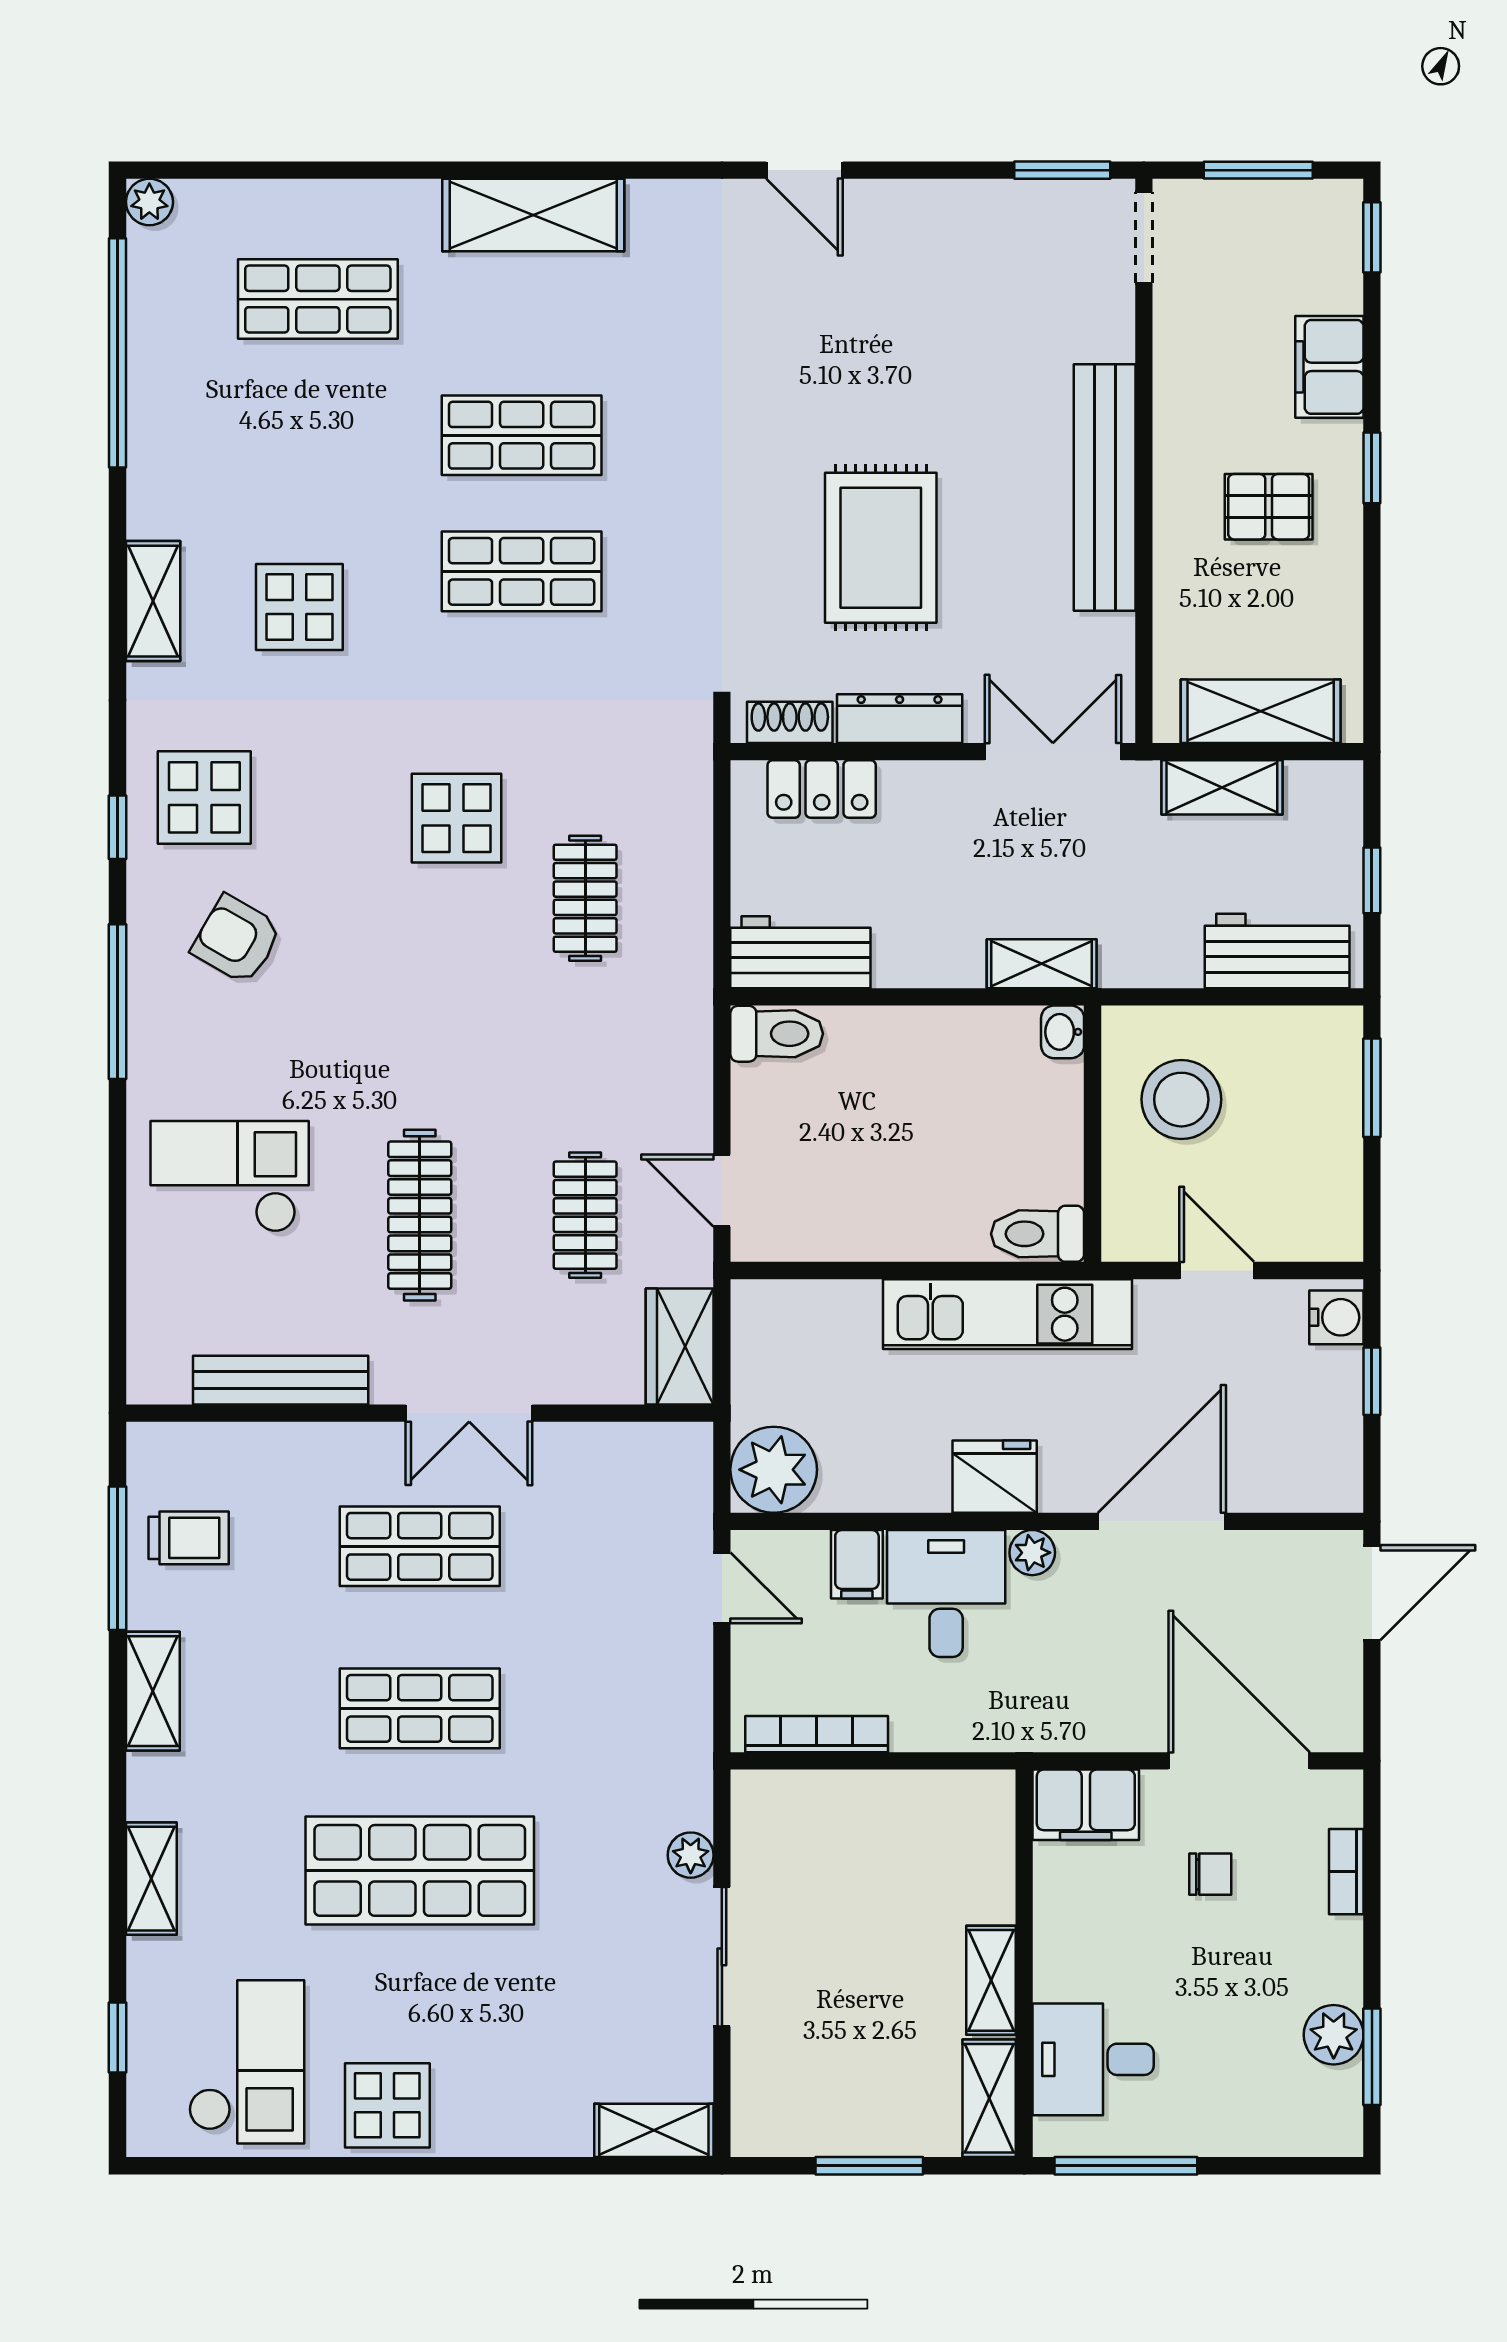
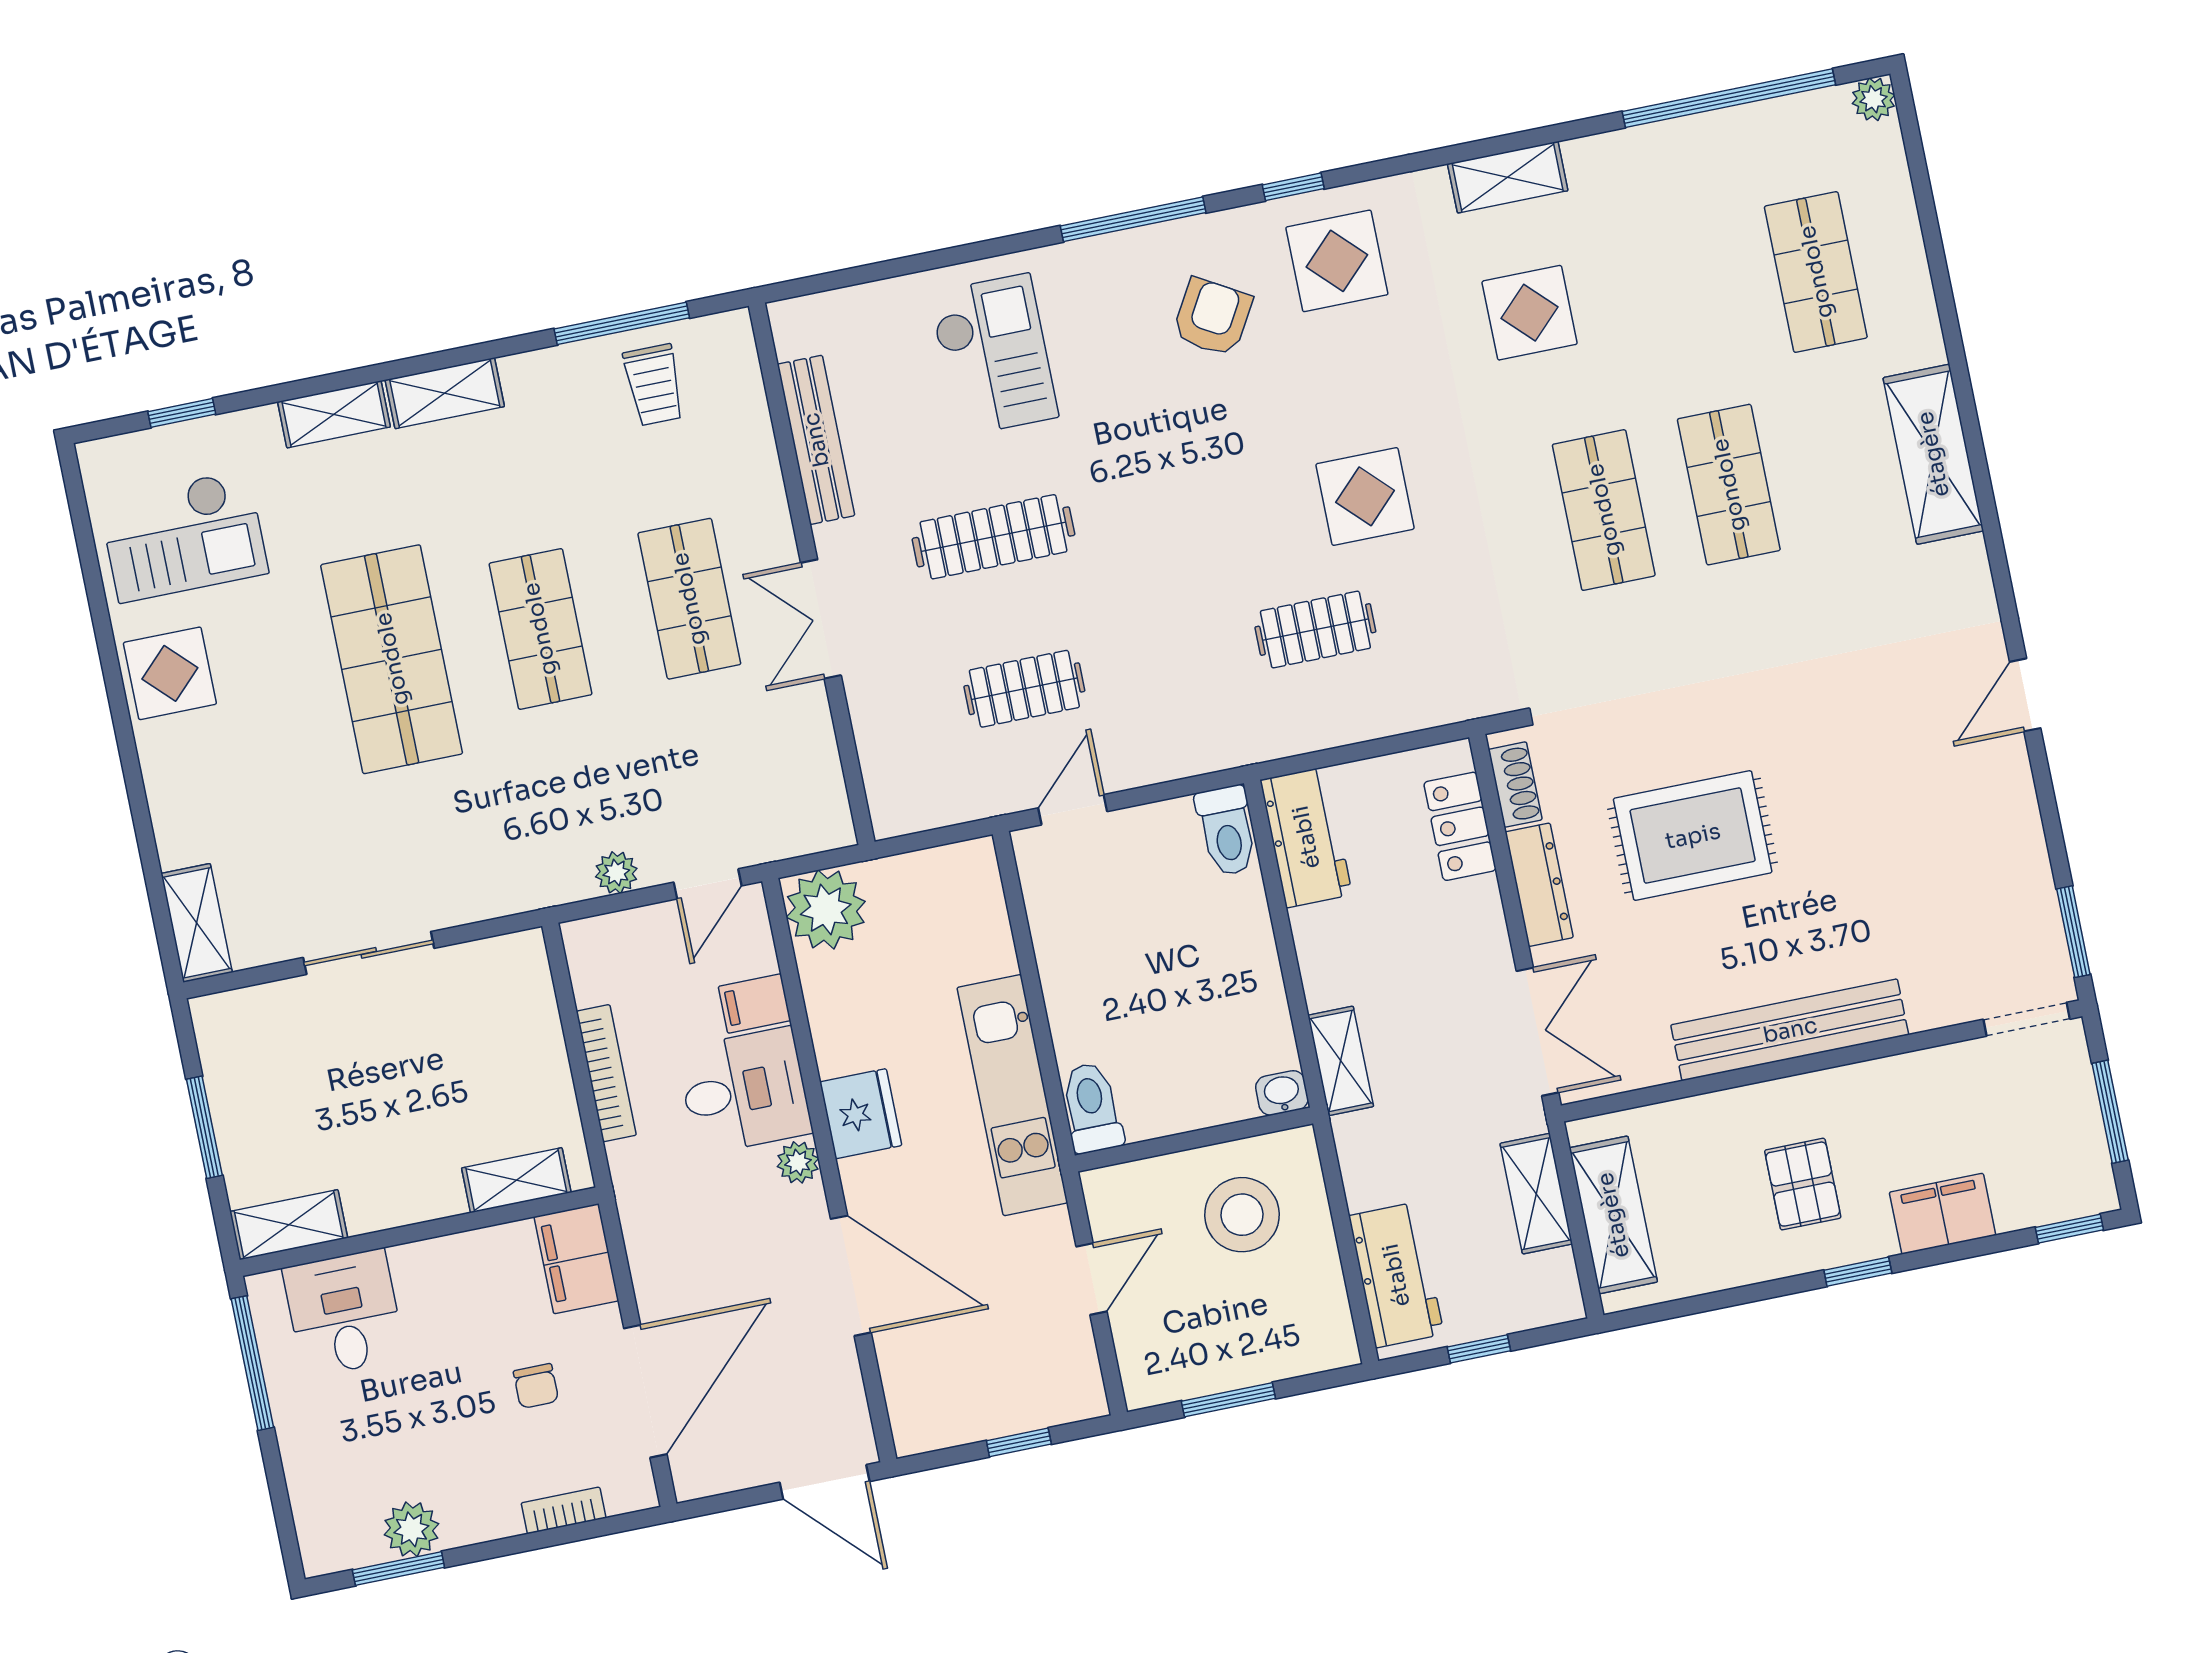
window: (1372, 1088) -> (1228, 1400), moved
water cooler: (1336, 1317) -> (1071, 1398), removed
wardrobe: (680, 1346) -> (921, 800), removed
shelving: (153, 1691) -> (445, 393), moved
bookcase: (817, 1734) -> (606, 1073), moved
plant: (691, 1855) -> (616, 873), moved
shelving: (991, 1980) -> (516, 1180), moved

